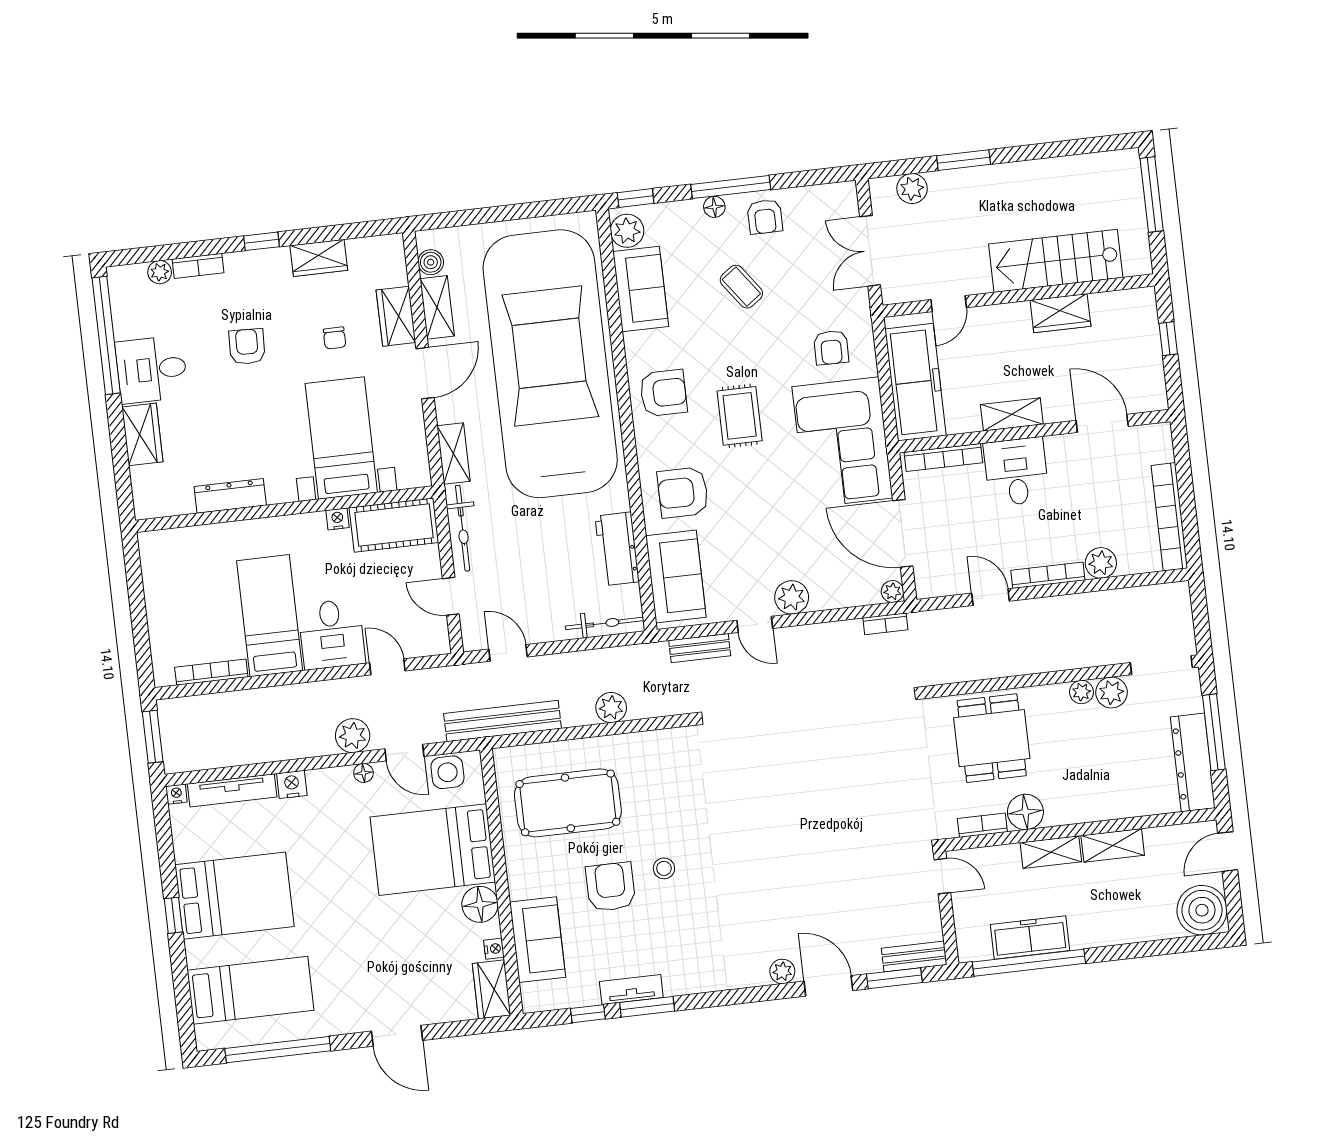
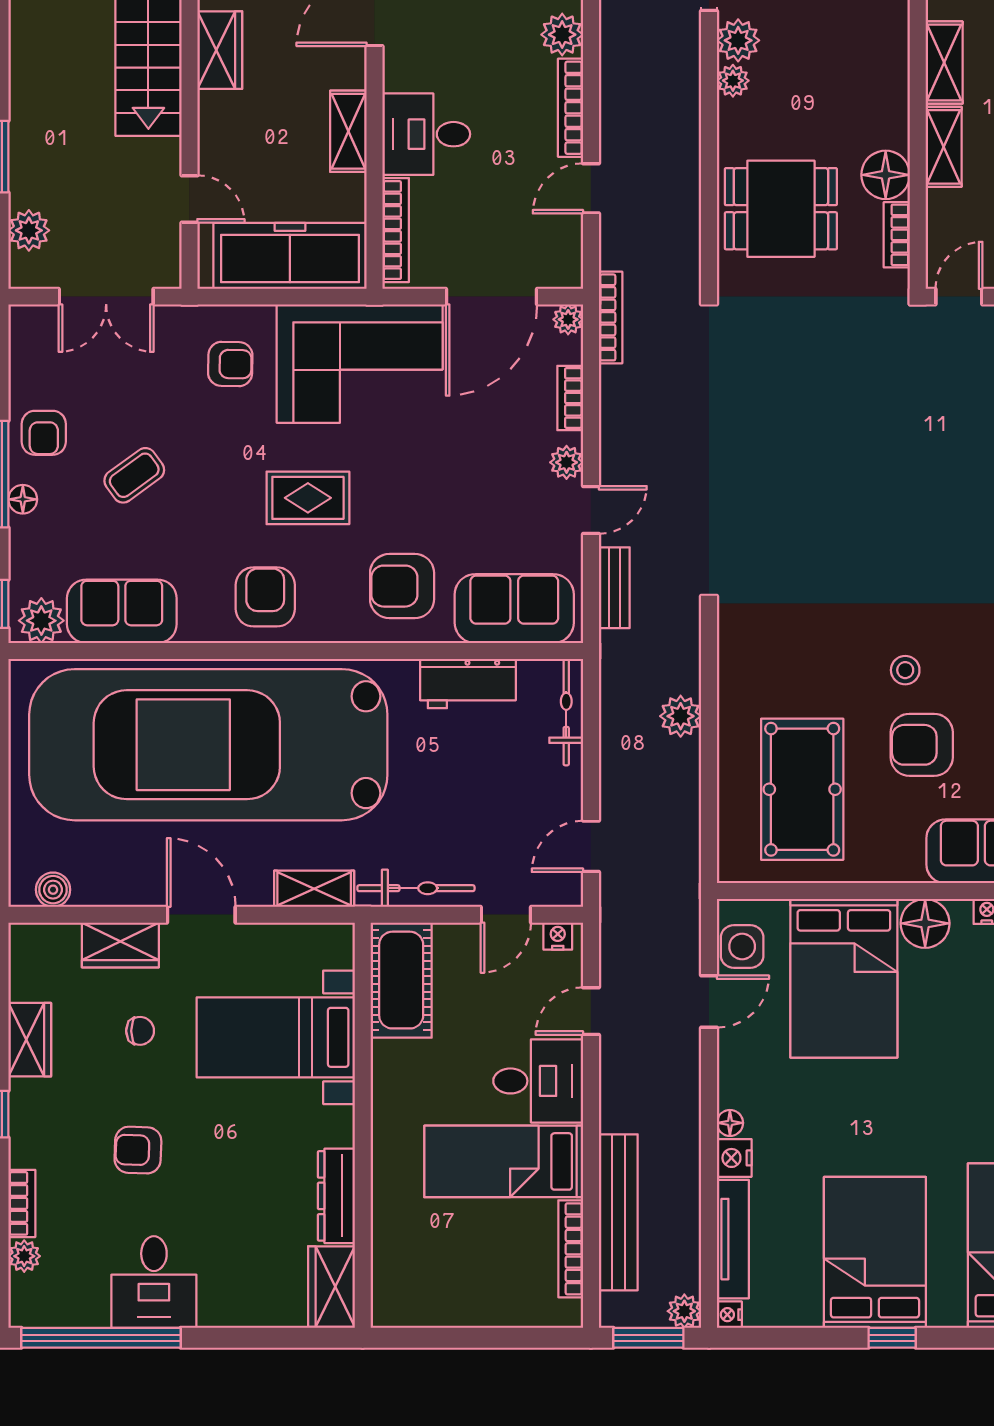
armchair: (765, 217) -> (44, 433), turned 90
shelving: (437, 307) -> (115, 888), removed
wardrobe: (142, 434) -> (331, 1287), moved, turned -90
armchair: (683, 492) -> (402, 586), turned 90
nightstand: (337, 519) -> (558, 936), moved, turned 90
plant: (792, 597) -> (567, 462), width x0.73, depth x0.73
bookcase: (835, 600) -> (570, 398), added
bookcase: (885, 624) -> (611, 317), width x1.56
bench: (503, 721) -> (618, 1212), moved
plant: (353, 736) -> (684, 1311), moved, width x0.73, depth x0.73
floor lamp: (363, 773) -> (730, 1123), moved

